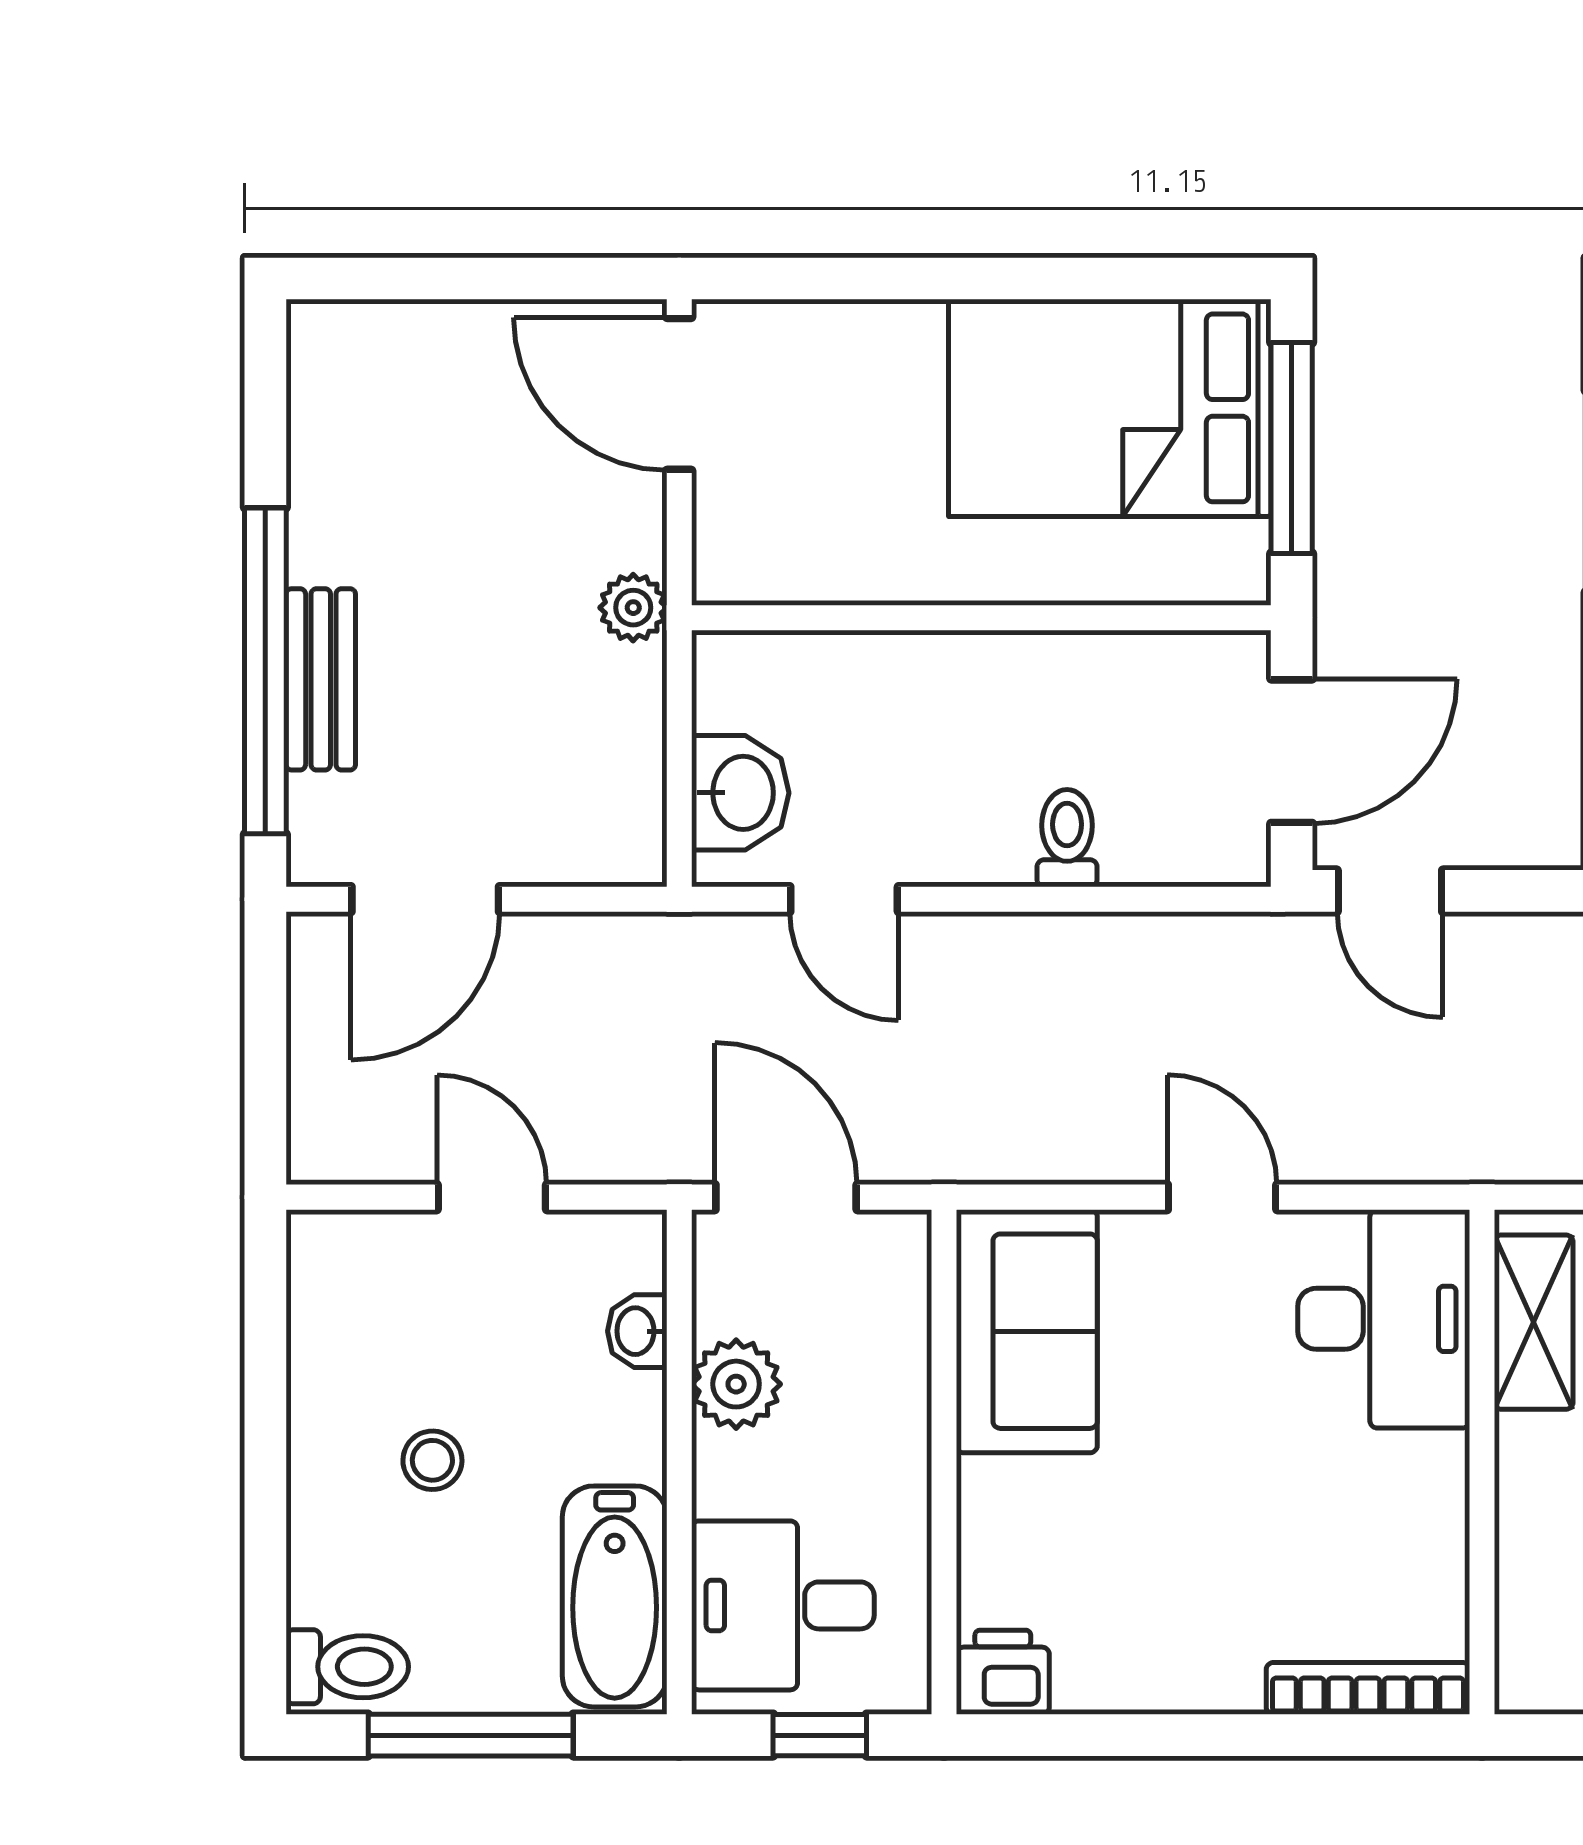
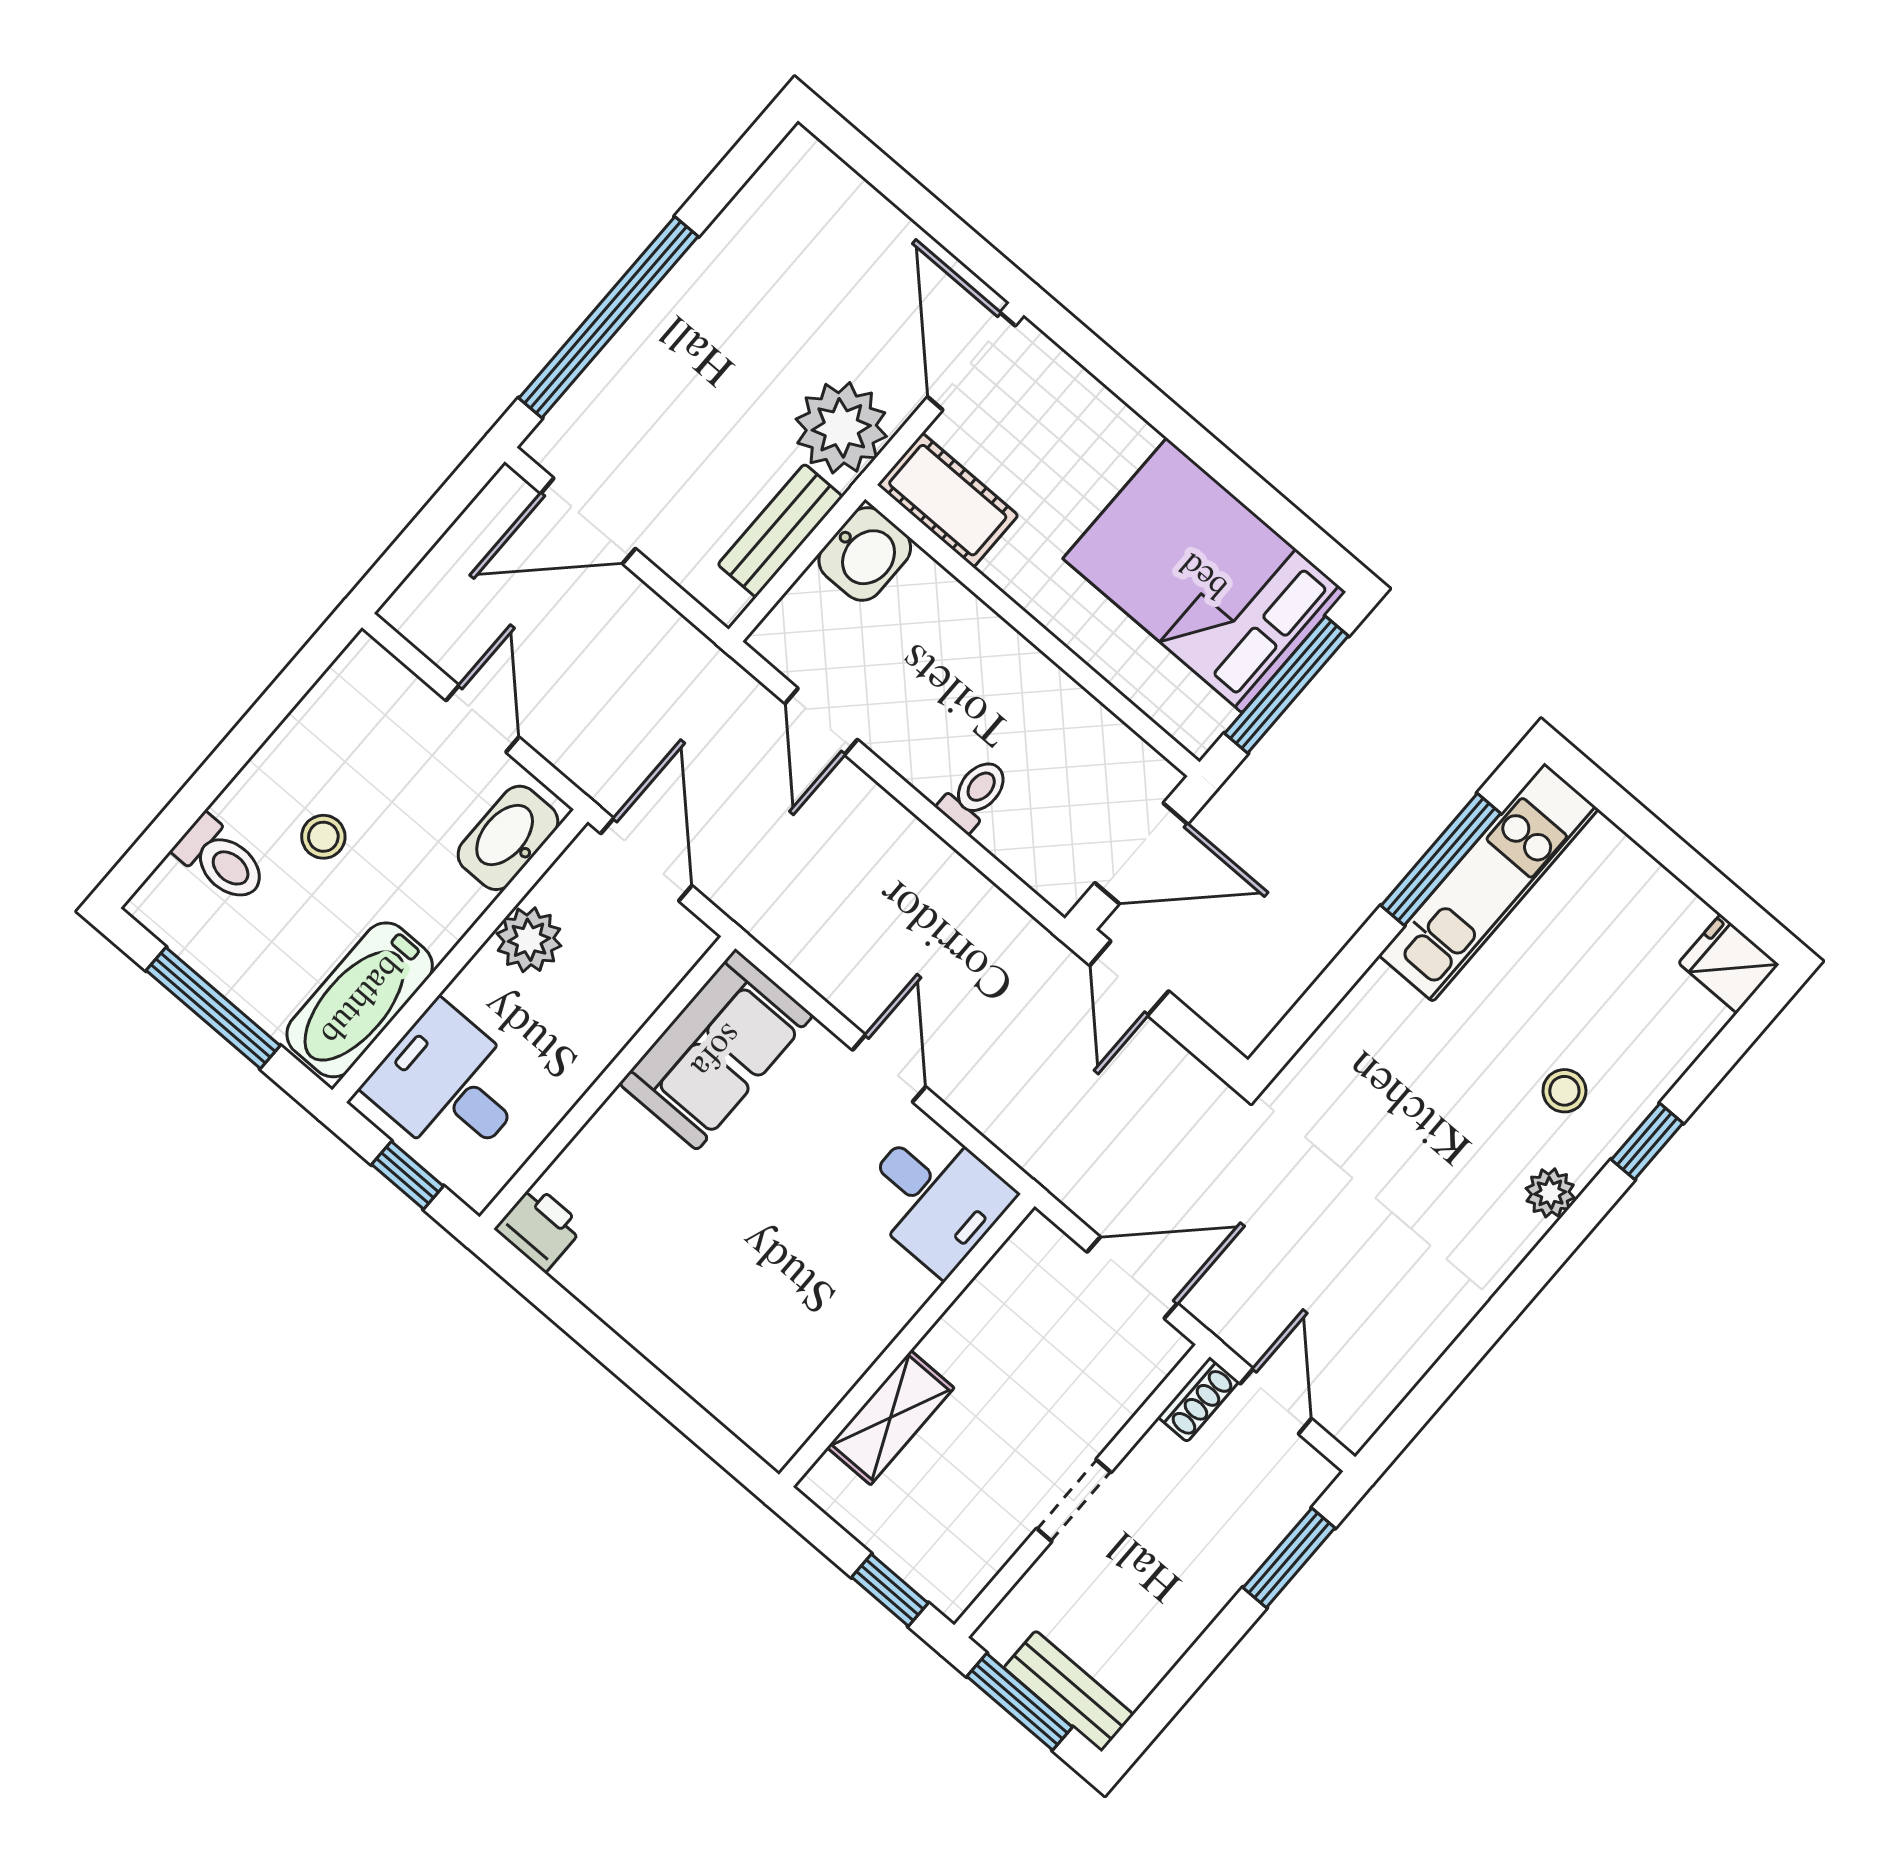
cot: (778, 558) -> (948, 500), added
plant: (633, 608) -> (841, 428), width x1.88, depth x1.88
bench: (321, 679) -> (780, 531), moved
washbasin: (740, 793) -> (865, 554), moved
desk: (1384, 1319) -> (935, 1197), width x0.73
shelving: (1534, 1322) -> (890, 1418), moved
washbasin: (637, 1331) -> (508, 838), width x1.91, depth x1.45
toilet: (347, 1667) -> (221, 860), moved
bookcase: (1368, 1688) -> (735, 1412), removed

